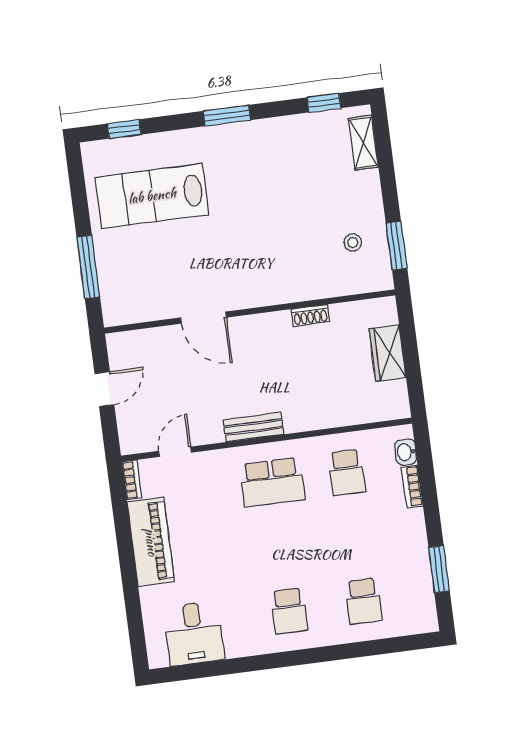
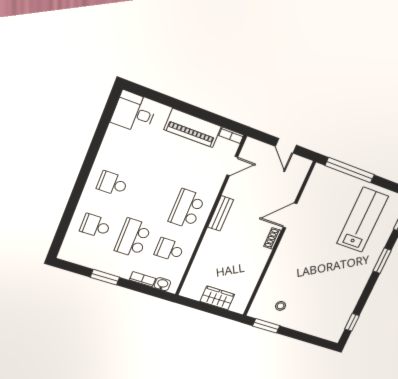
window: (227, 116) -> (382, 261), moved
shelving: (363, 143) -> (323, 332), removed
window: (88, 267) -> (350, 170), width x1.46
shoe rack: (310, 315) -> (272, 238), moved
door: (175, 452) -> (232, 166), hinge flipped
school desk: (355, 537) -> (133, 238), added
window: (439, 569) -> (105, 277), moved
desk: (194, 633) -> (134, 112), moved

